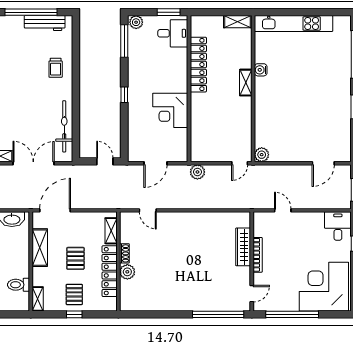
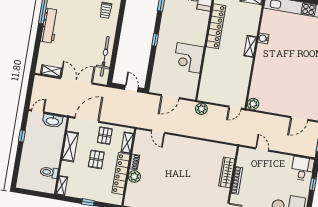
pallet: (74, 294) -> (105, 136), moved

